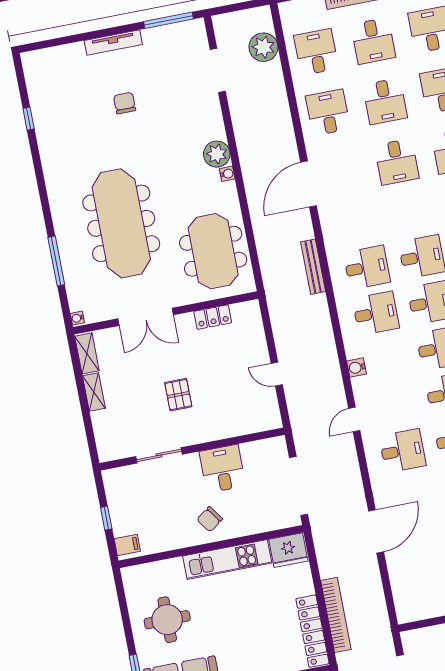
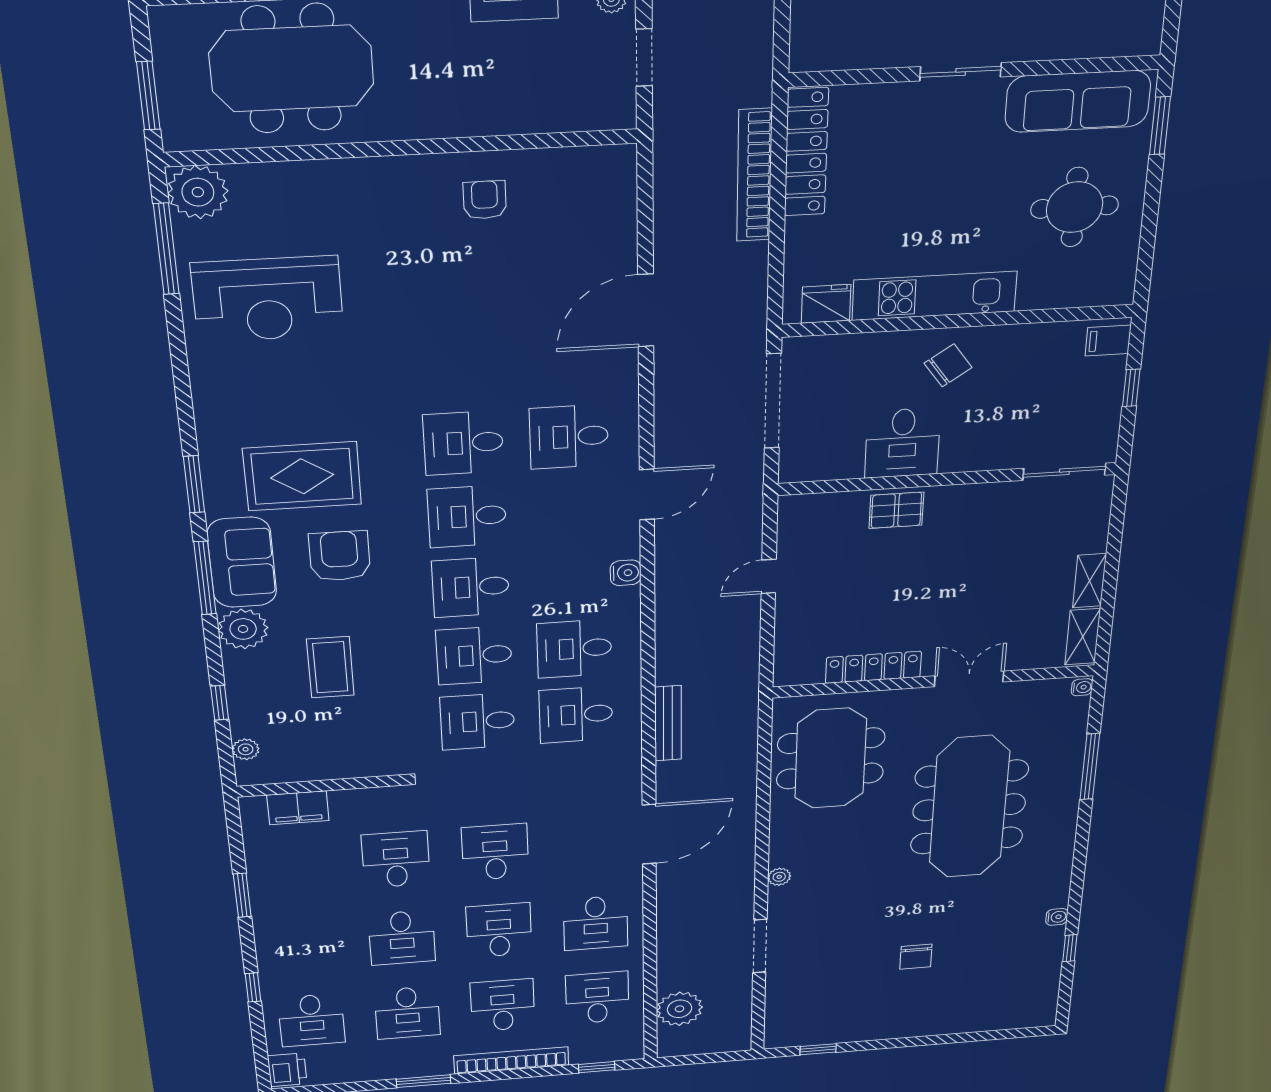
window: (169, 20) -> (818, 1049), width x0.46
tv unit: (113, 43) -> (910, 1029), removed
desk: (316, 52) -> (597, 998), turned 180
doorway: (218, 70) -> (760, 946), moved
plant: (217, 154) -> (779, 877), width x0.53, depth x0.53
water cooler: (227, 174) -> (1057, 917), moved, turned 180
double door: (146, 317) -> (969, 679), width x0.73
locker: (213, 317) -> (873, 667), width x1.53
door: (277, 374) -> (769, 576), swing flipped
pallet: (178, 395) -> (896, 510), moved, turned 90
door: (354, 420) -> (647, 494), width x1.38
sliding door: (159, 455) -> (1064, 472), moved
fridge: (288, 550) -> (826, 304), width x0.73, depth x0.75

